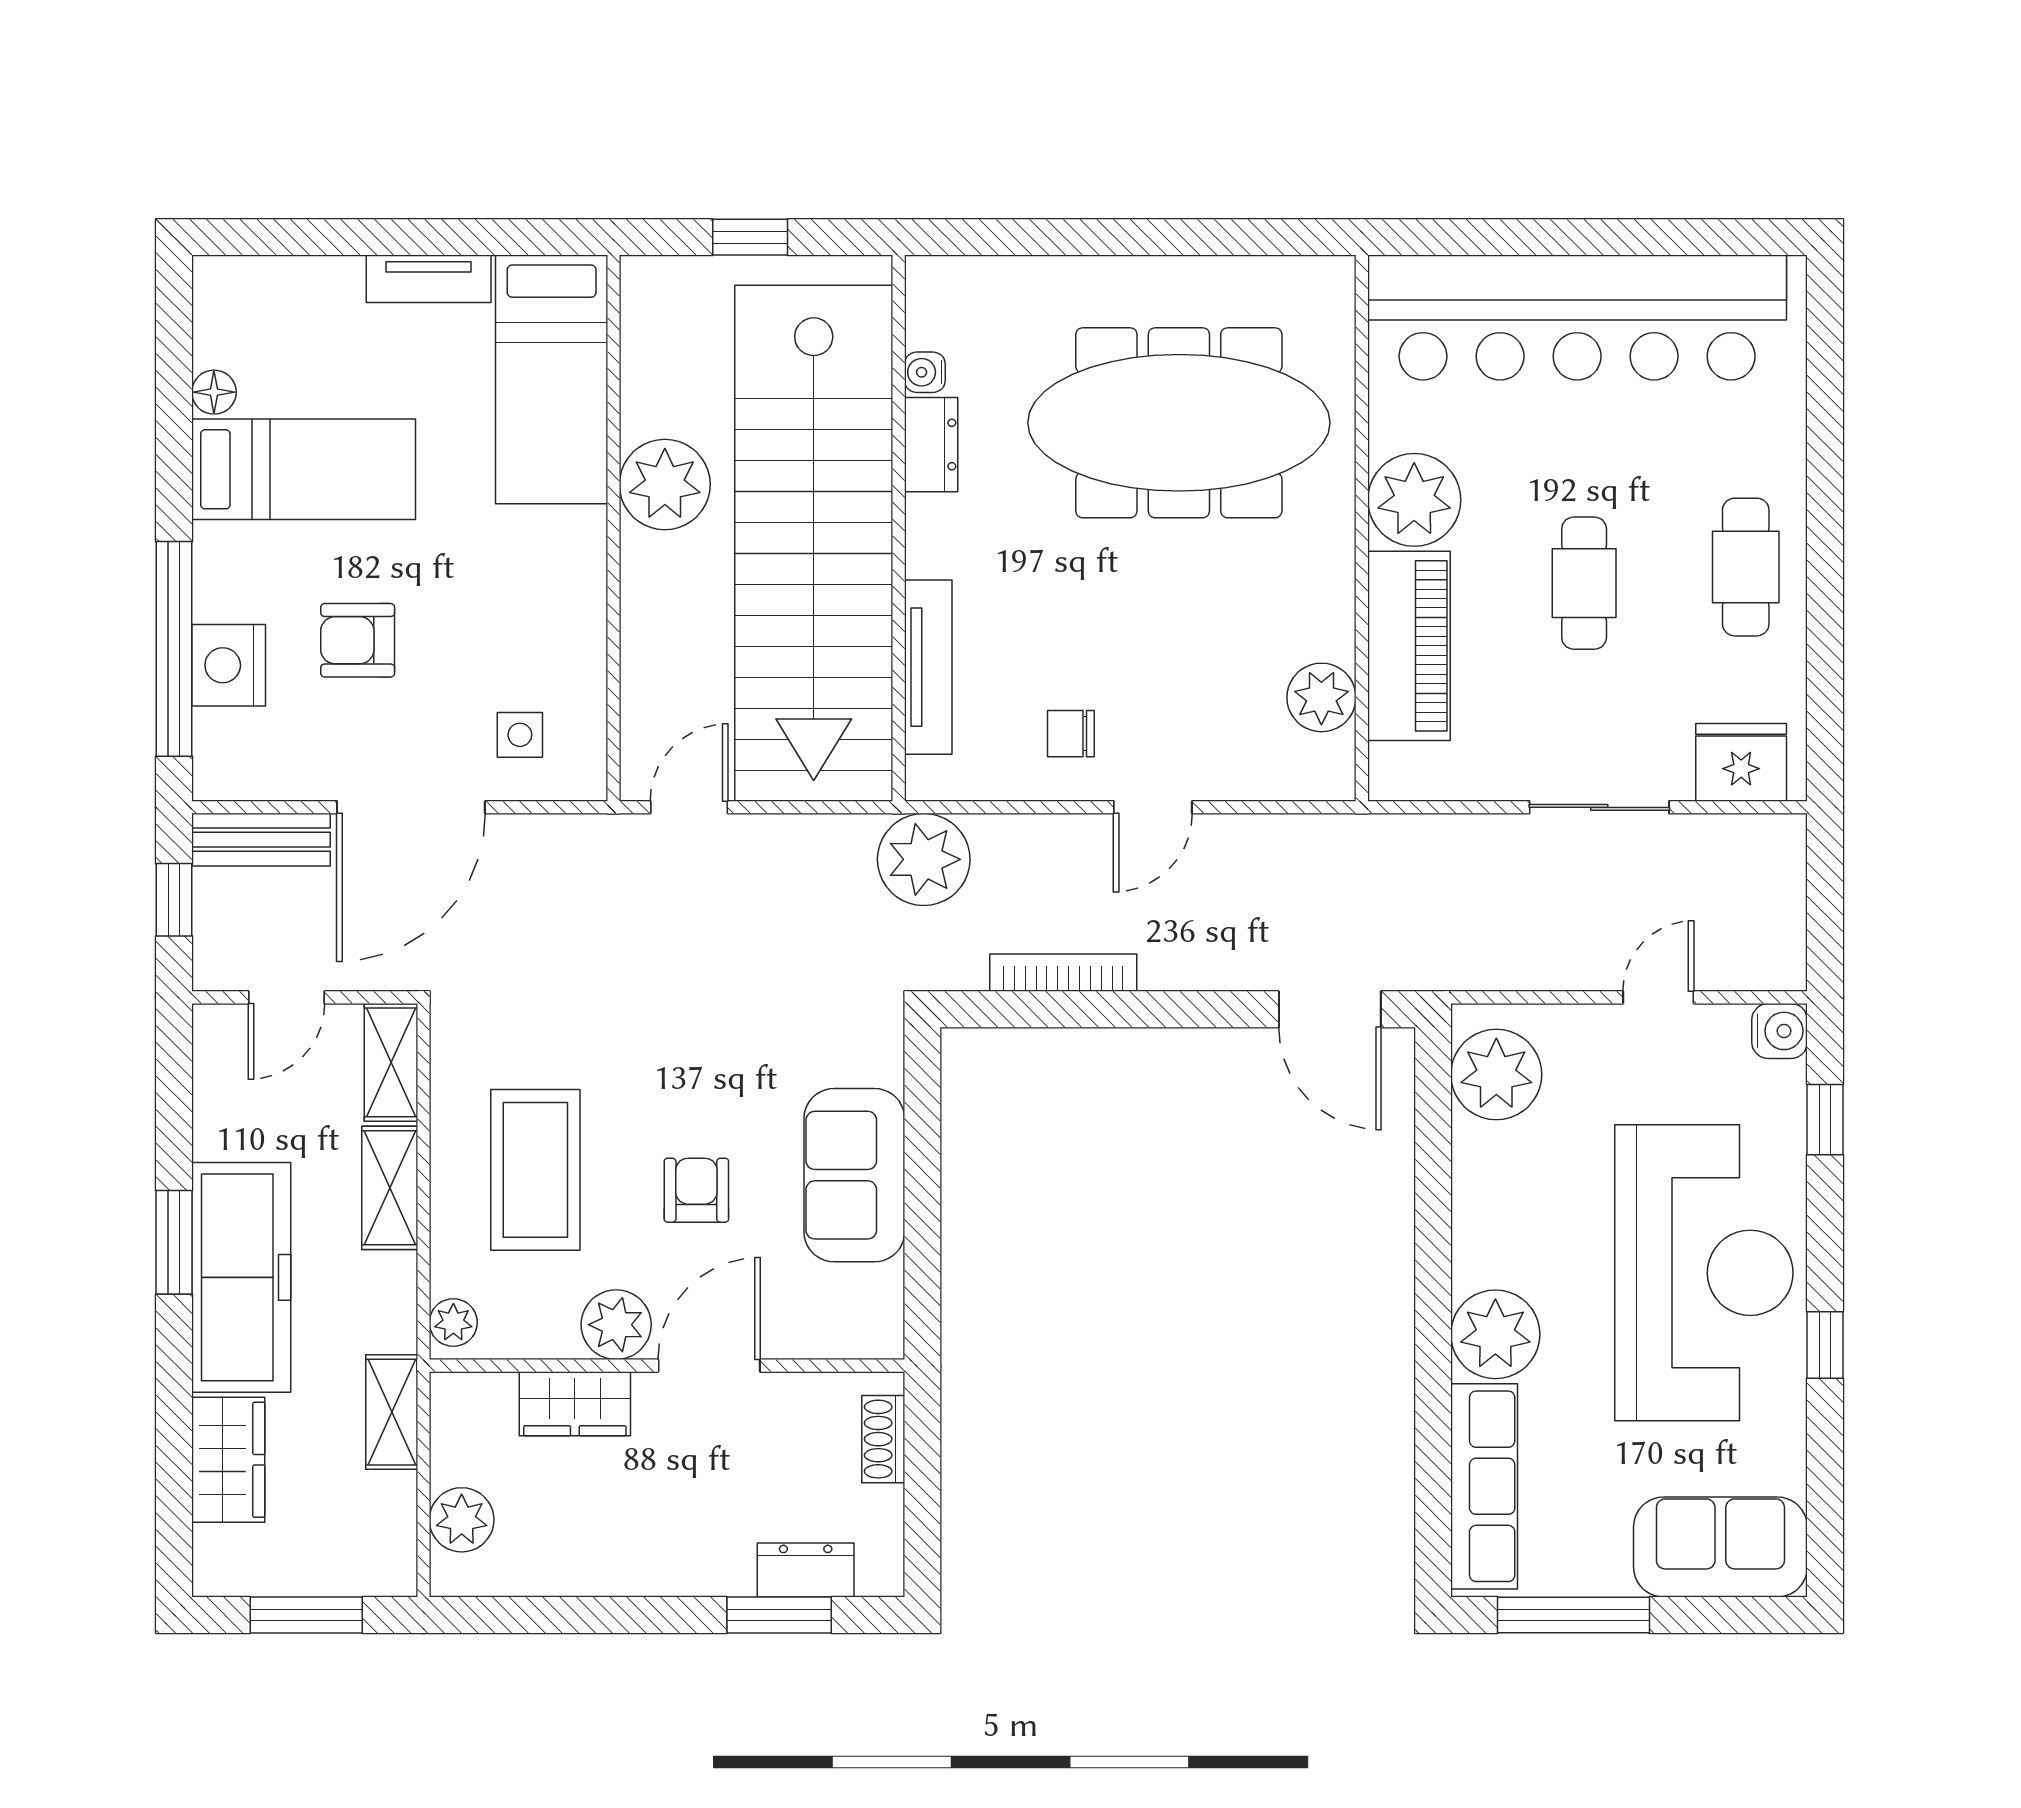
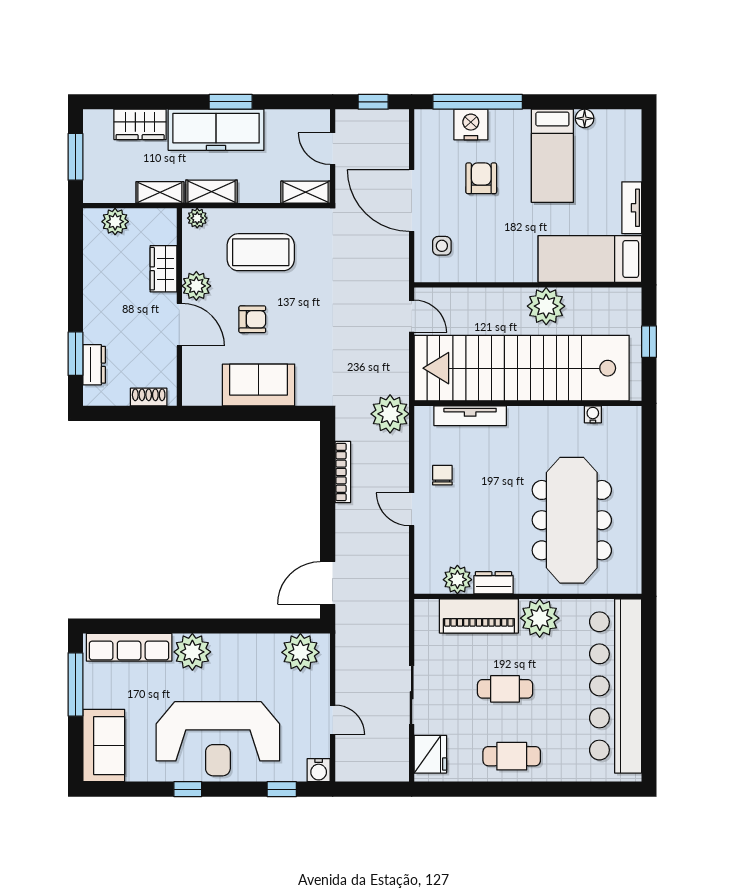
dresser: (931, 445) -> (493, 583), moved, turned 180
bench: (261, 840) -> (398, 138), removed
shelving: (390, 1188) -> (212, 192), moved

